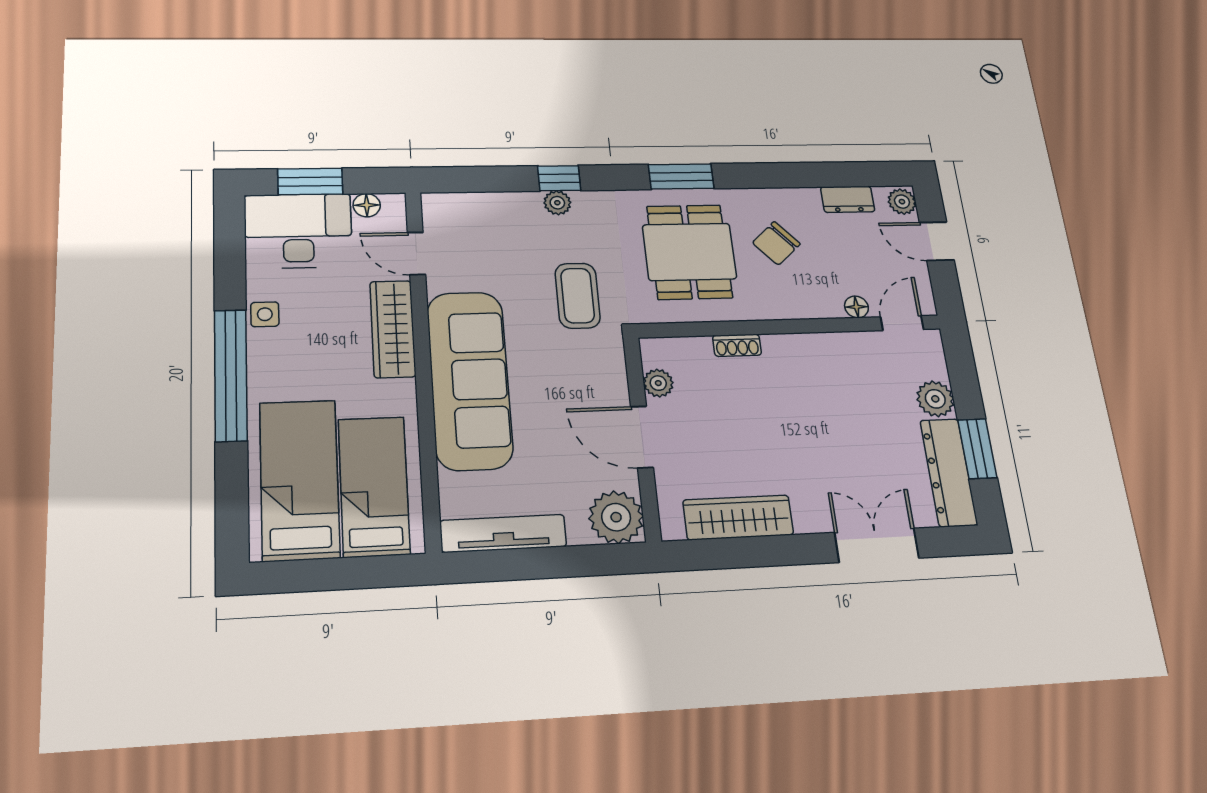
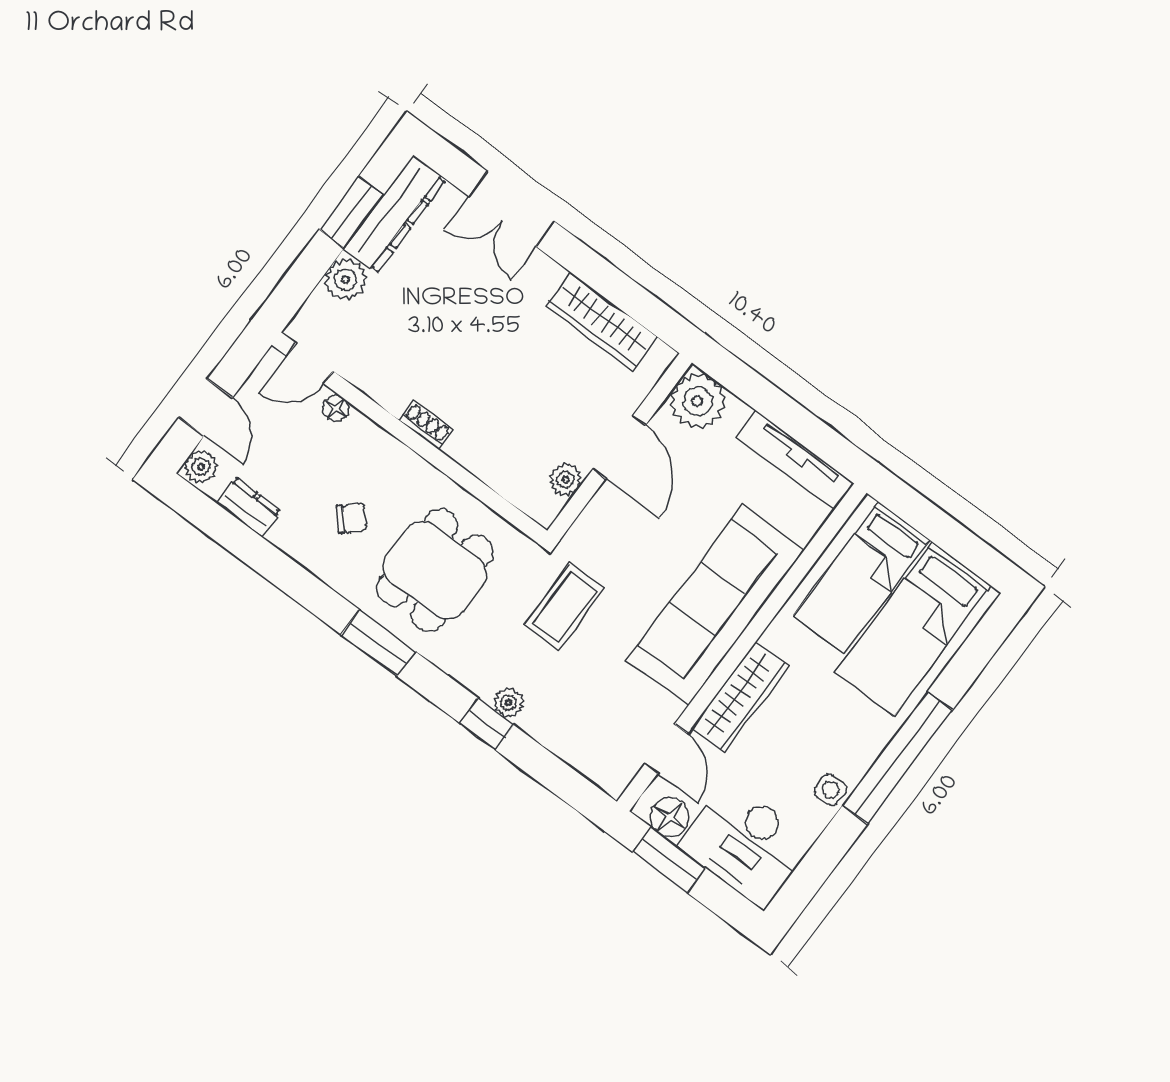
window: (310, 181) -> (669, 860), moved
floor lamp: (367, 205) -> (670, 817), width x1.37, depth x1.37
chair: (776, 243) -> (352, 518), width x0.73, depth x0.73
shoe rack: (737, 345) -> (426, 425), moved

